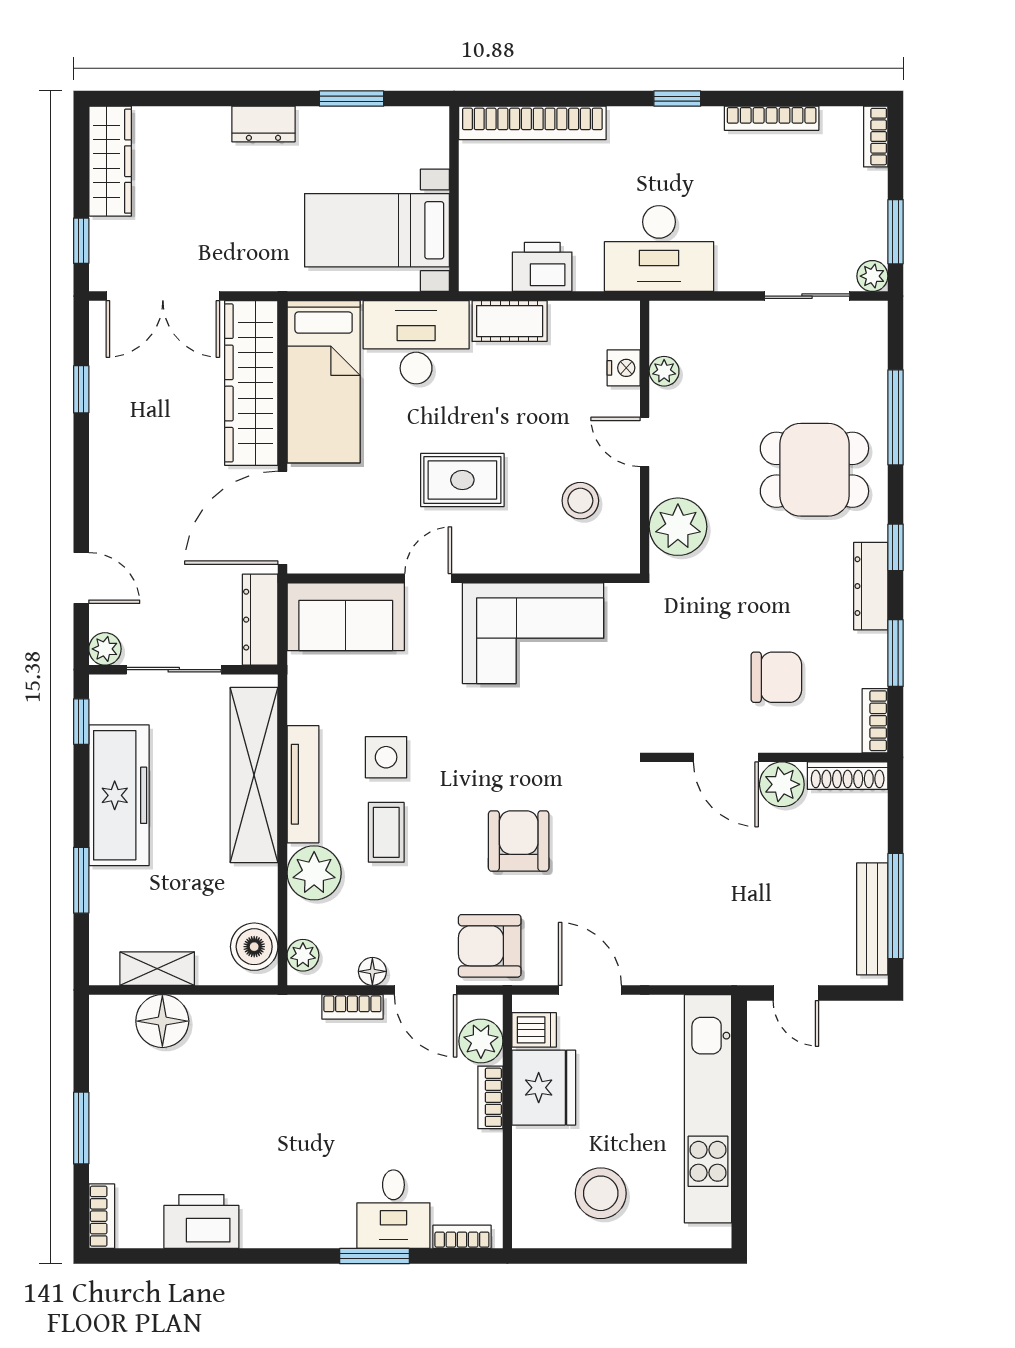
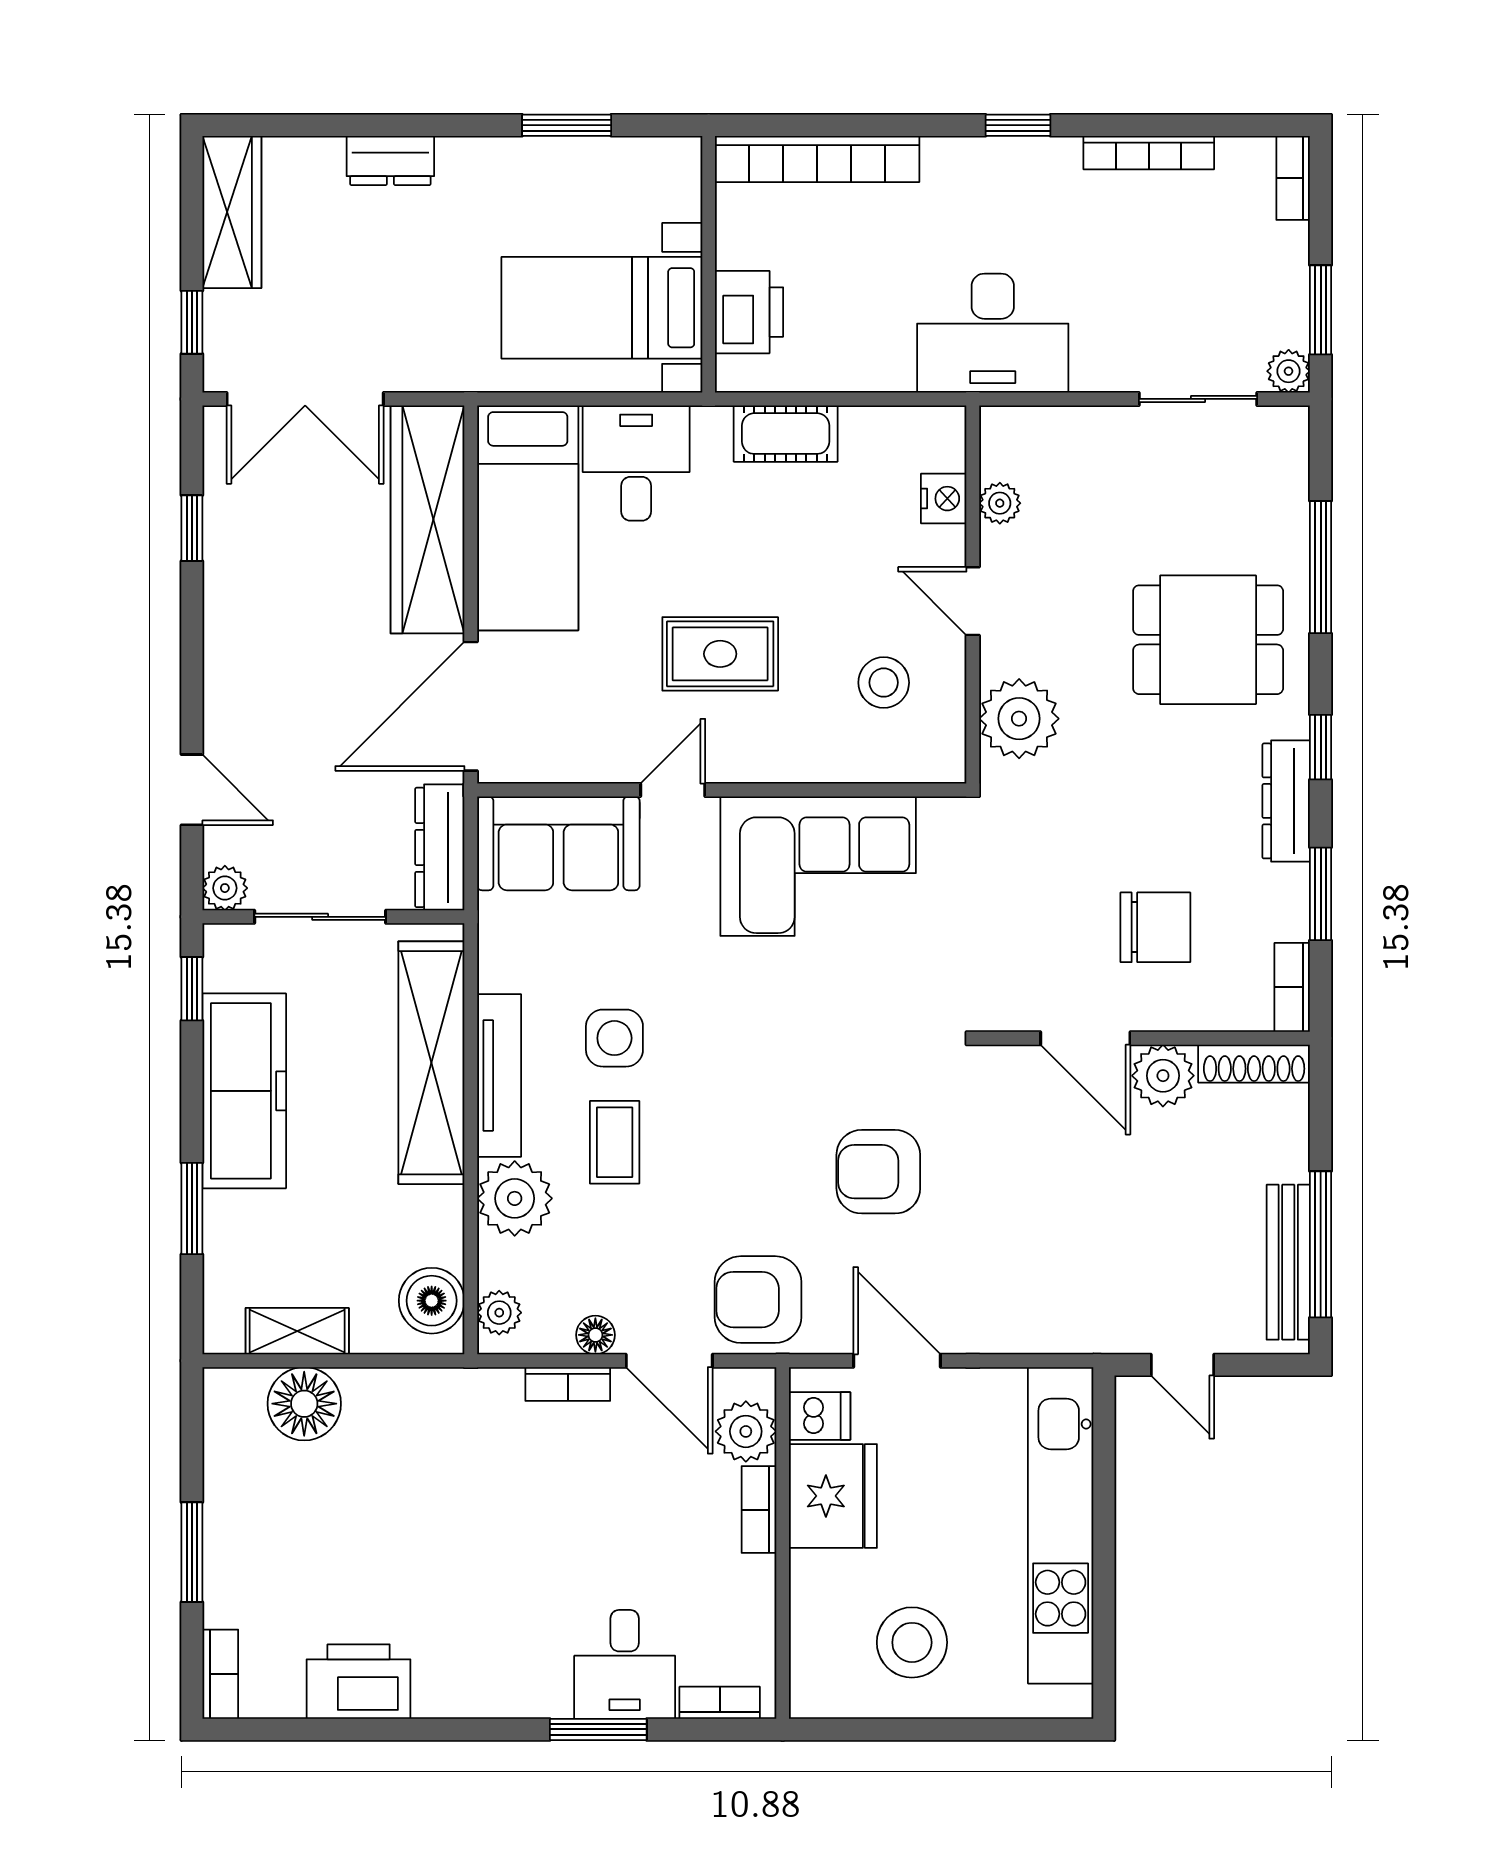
dresser: (263, 124) -> (390, 160), moved
printer: (542, 267) -> (749, 312), moved, turned 90
desk: (416, 342) -> (636, 463), width x0.73
armchair: (519, 841) -> (878, 1172), moved, turned -90

